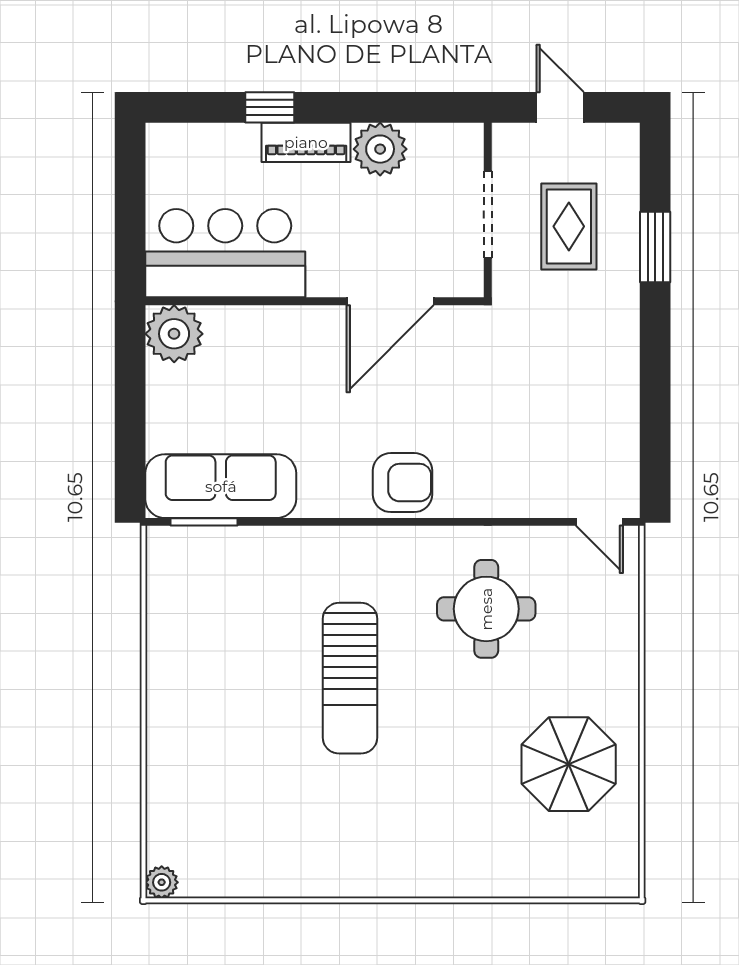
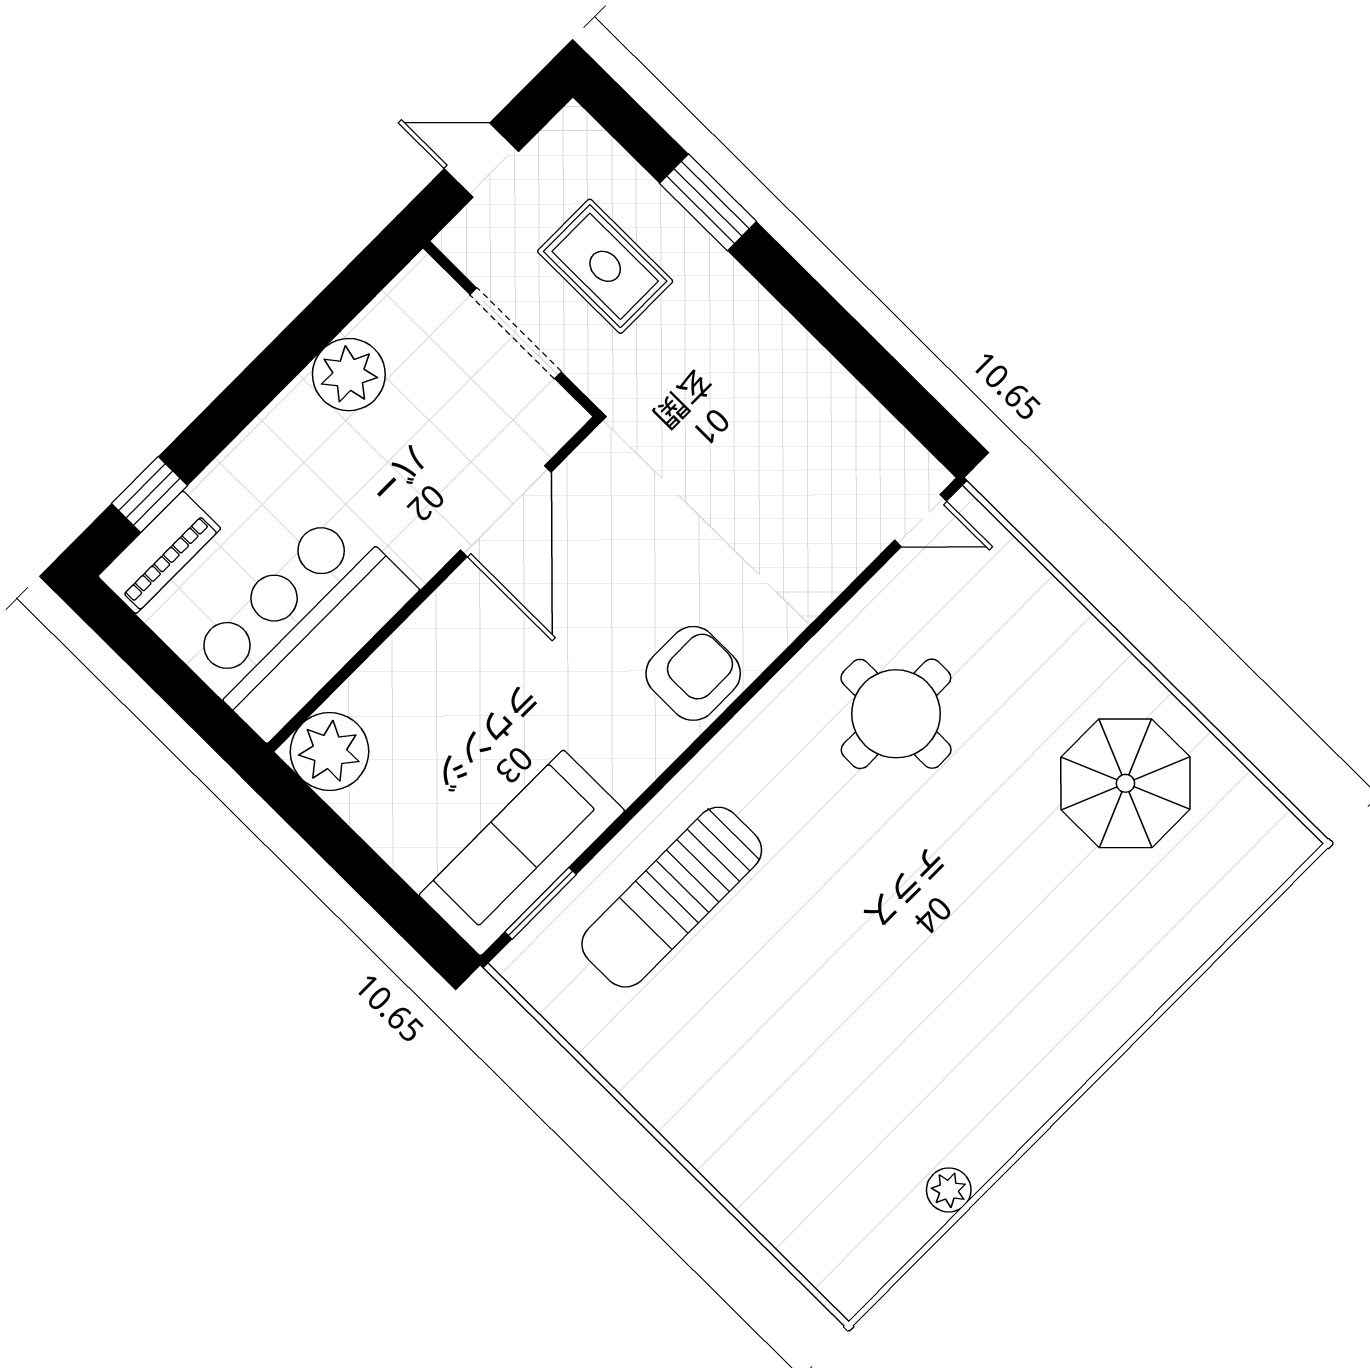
window: (270, 107) -> (149, 494), moved
piano: (306, 142) -> (159, 552), moved
sun lounger: (350, 678) -> (672, 897), moved, turned 90
plant: (162, 882) -> (949, 1190), moved

